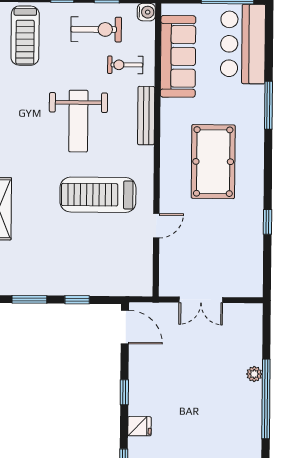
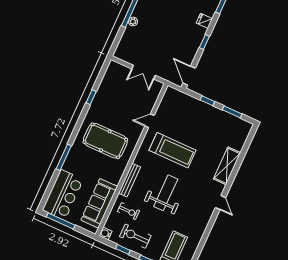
pool table: (213, 162) -> (105, 141), turned 90
double door: (201, 300) -> (144, 72), swing flipped

